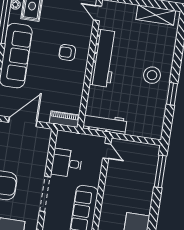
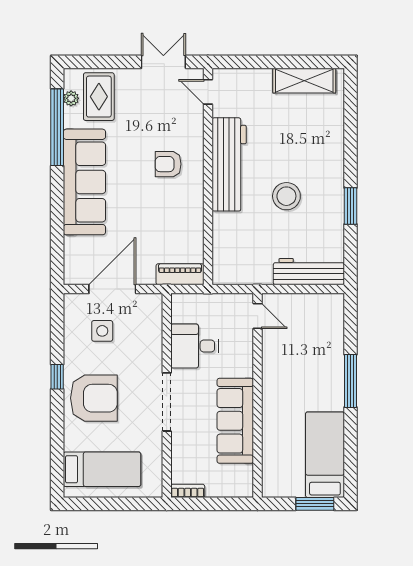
stool: (152, 75) -> (286, 196), moved
workbench: (105, 124) -> (309, 272), moved
side table: (13, 146) -> (102, 331), added
window: (160, 171) -> (350, 381), moved

